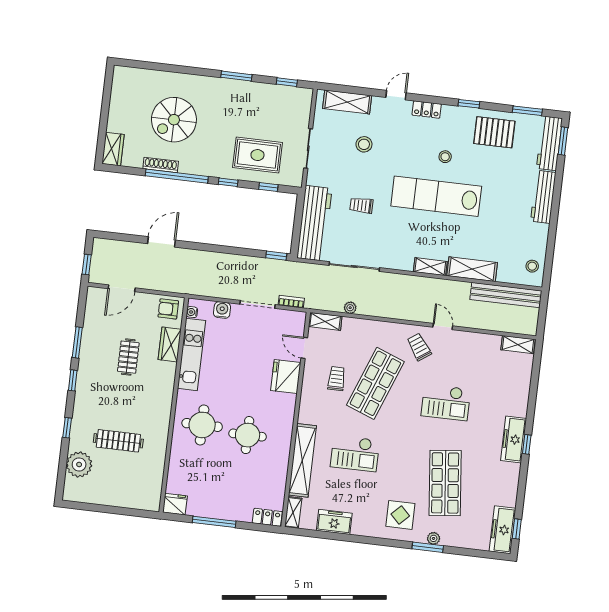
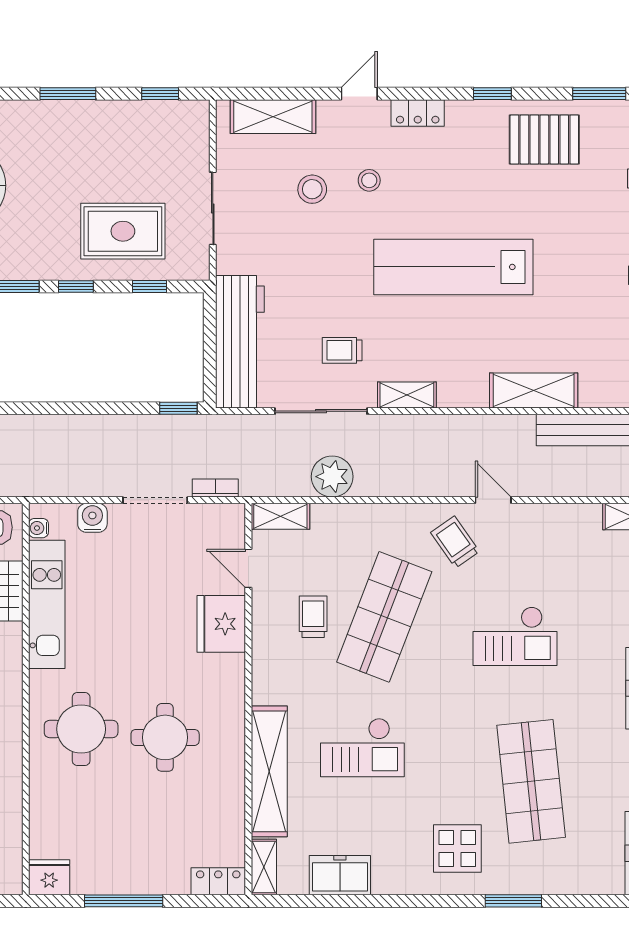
stool: (445, 157) -> (369, 180), moved
trolley: (361, 205) -> (342, 350), moved
shelving: (430, 267) -> (407, 395), moved
plant: (350, 308) -> (332, 477), width x1.88, depth x1.88
plant: (434, 538) -> (522, 884), removed

